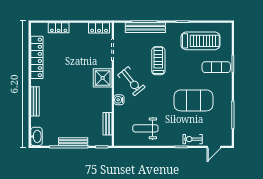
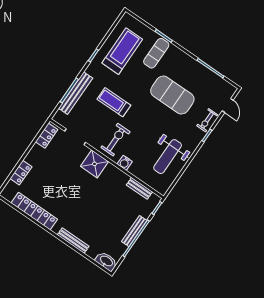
exercise bike: (131, 81) -> (115, 140), turned -51
exercise mat: (194, 100) -> (172, 95), turned 90
weight bench: (145, 128) -> (168, 157), width x1.36, depth x1.33

